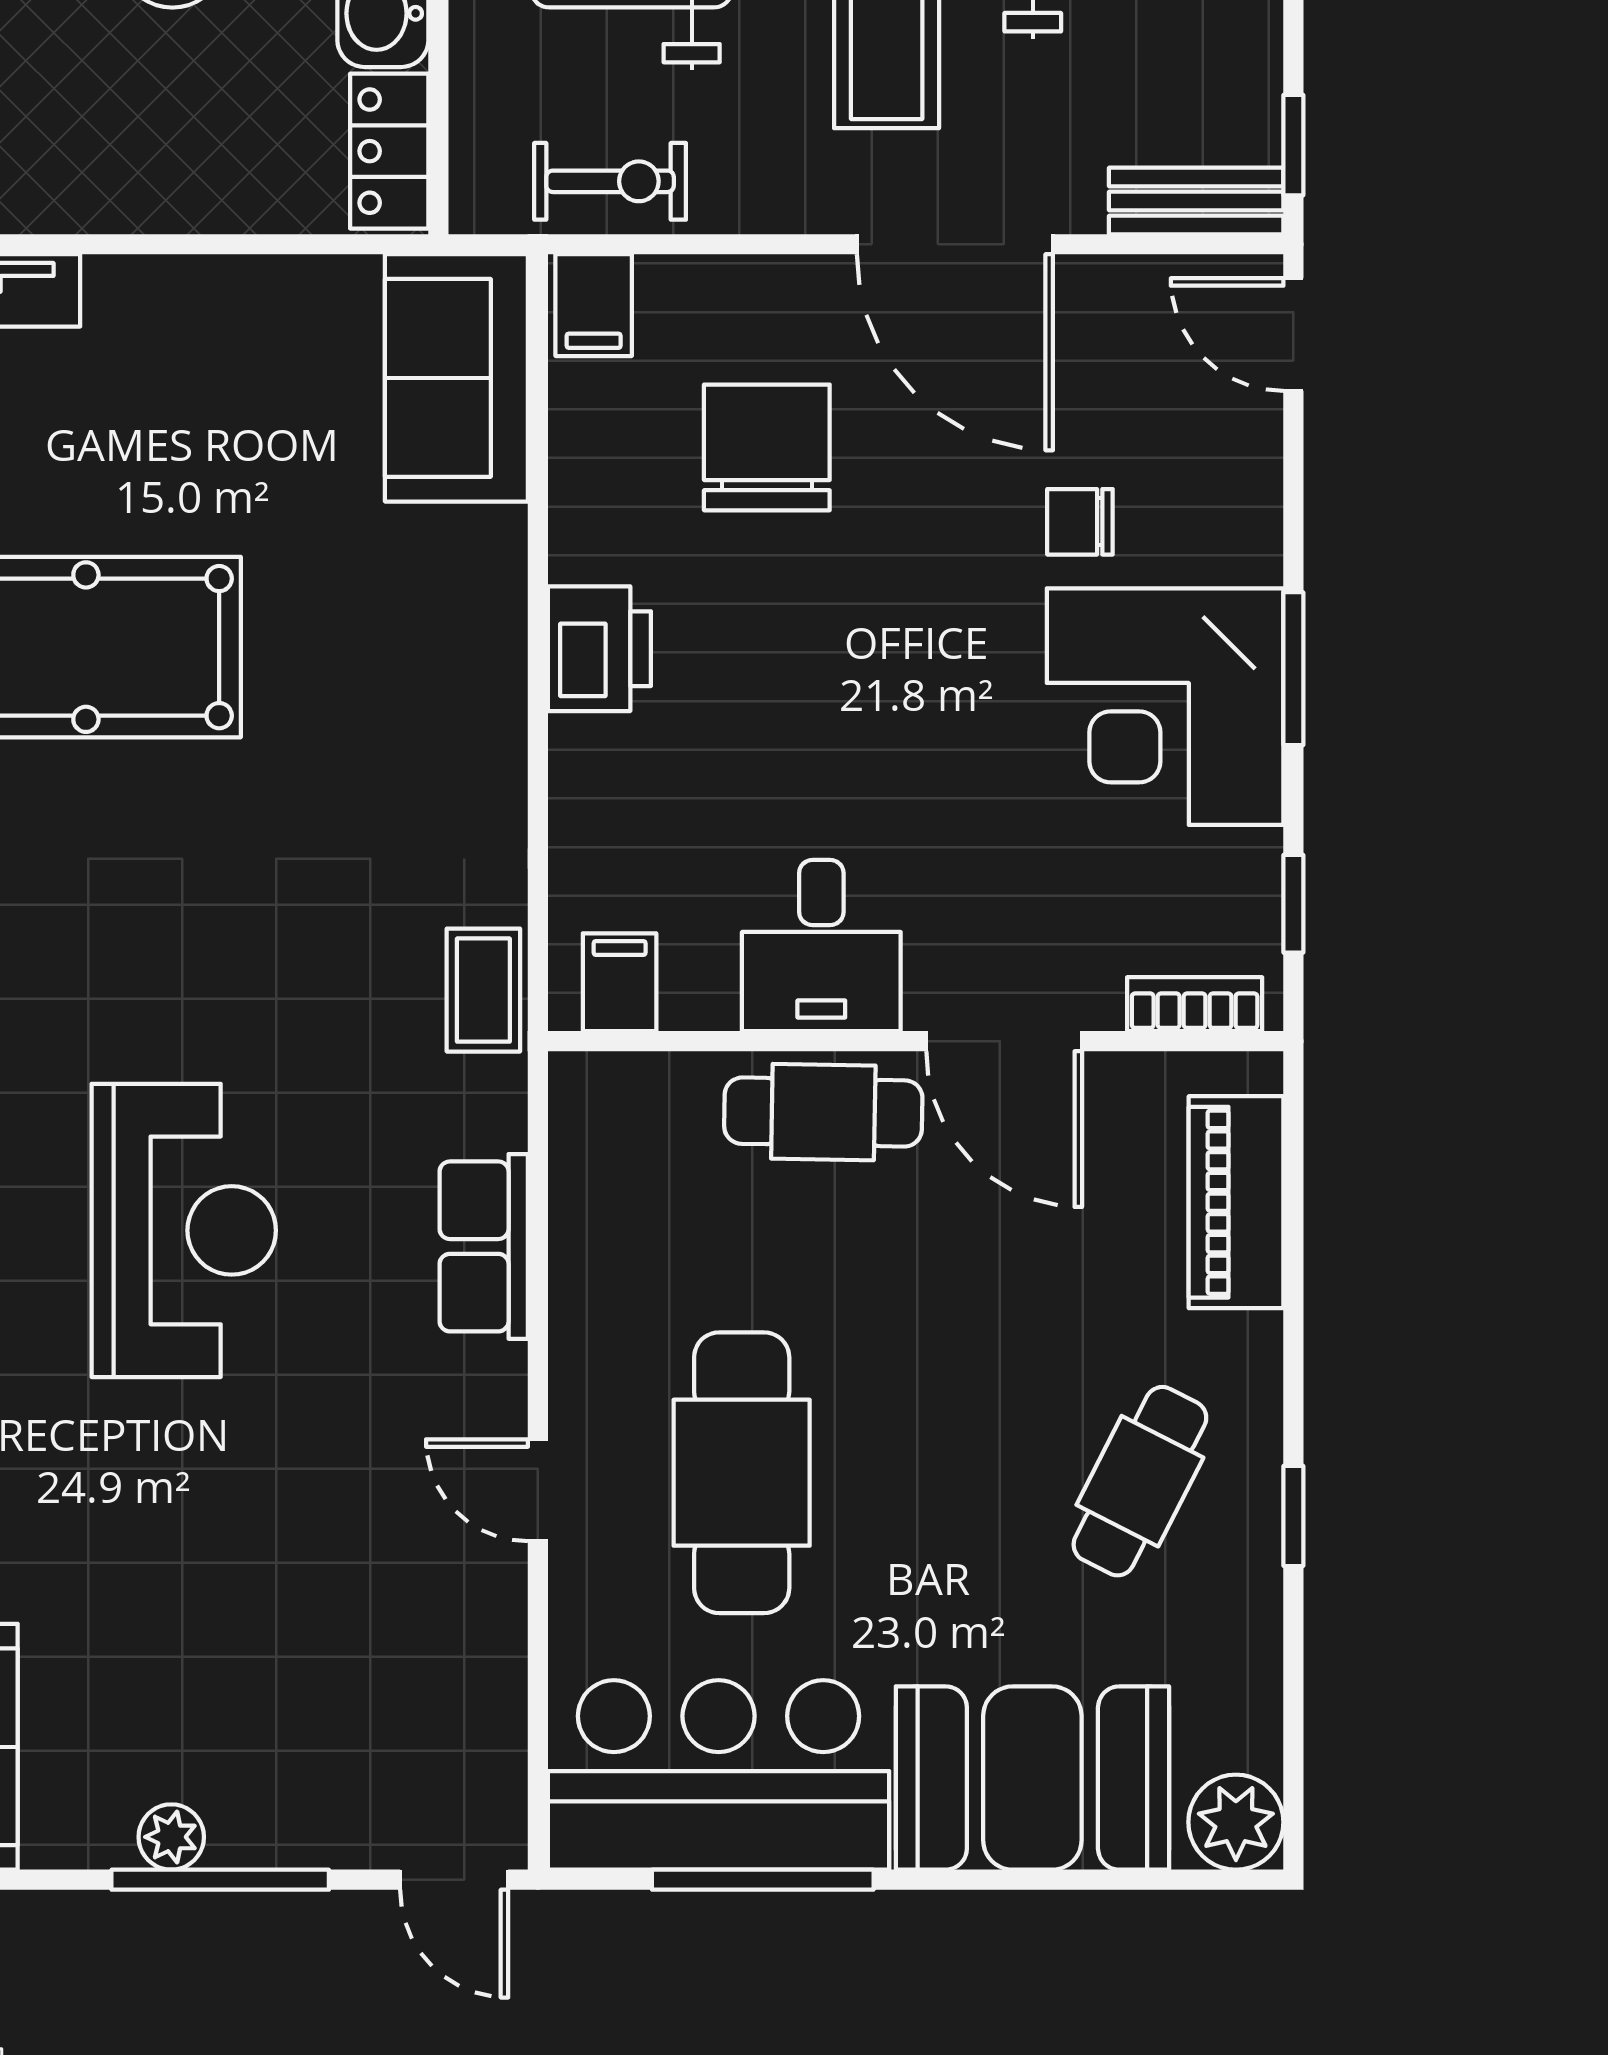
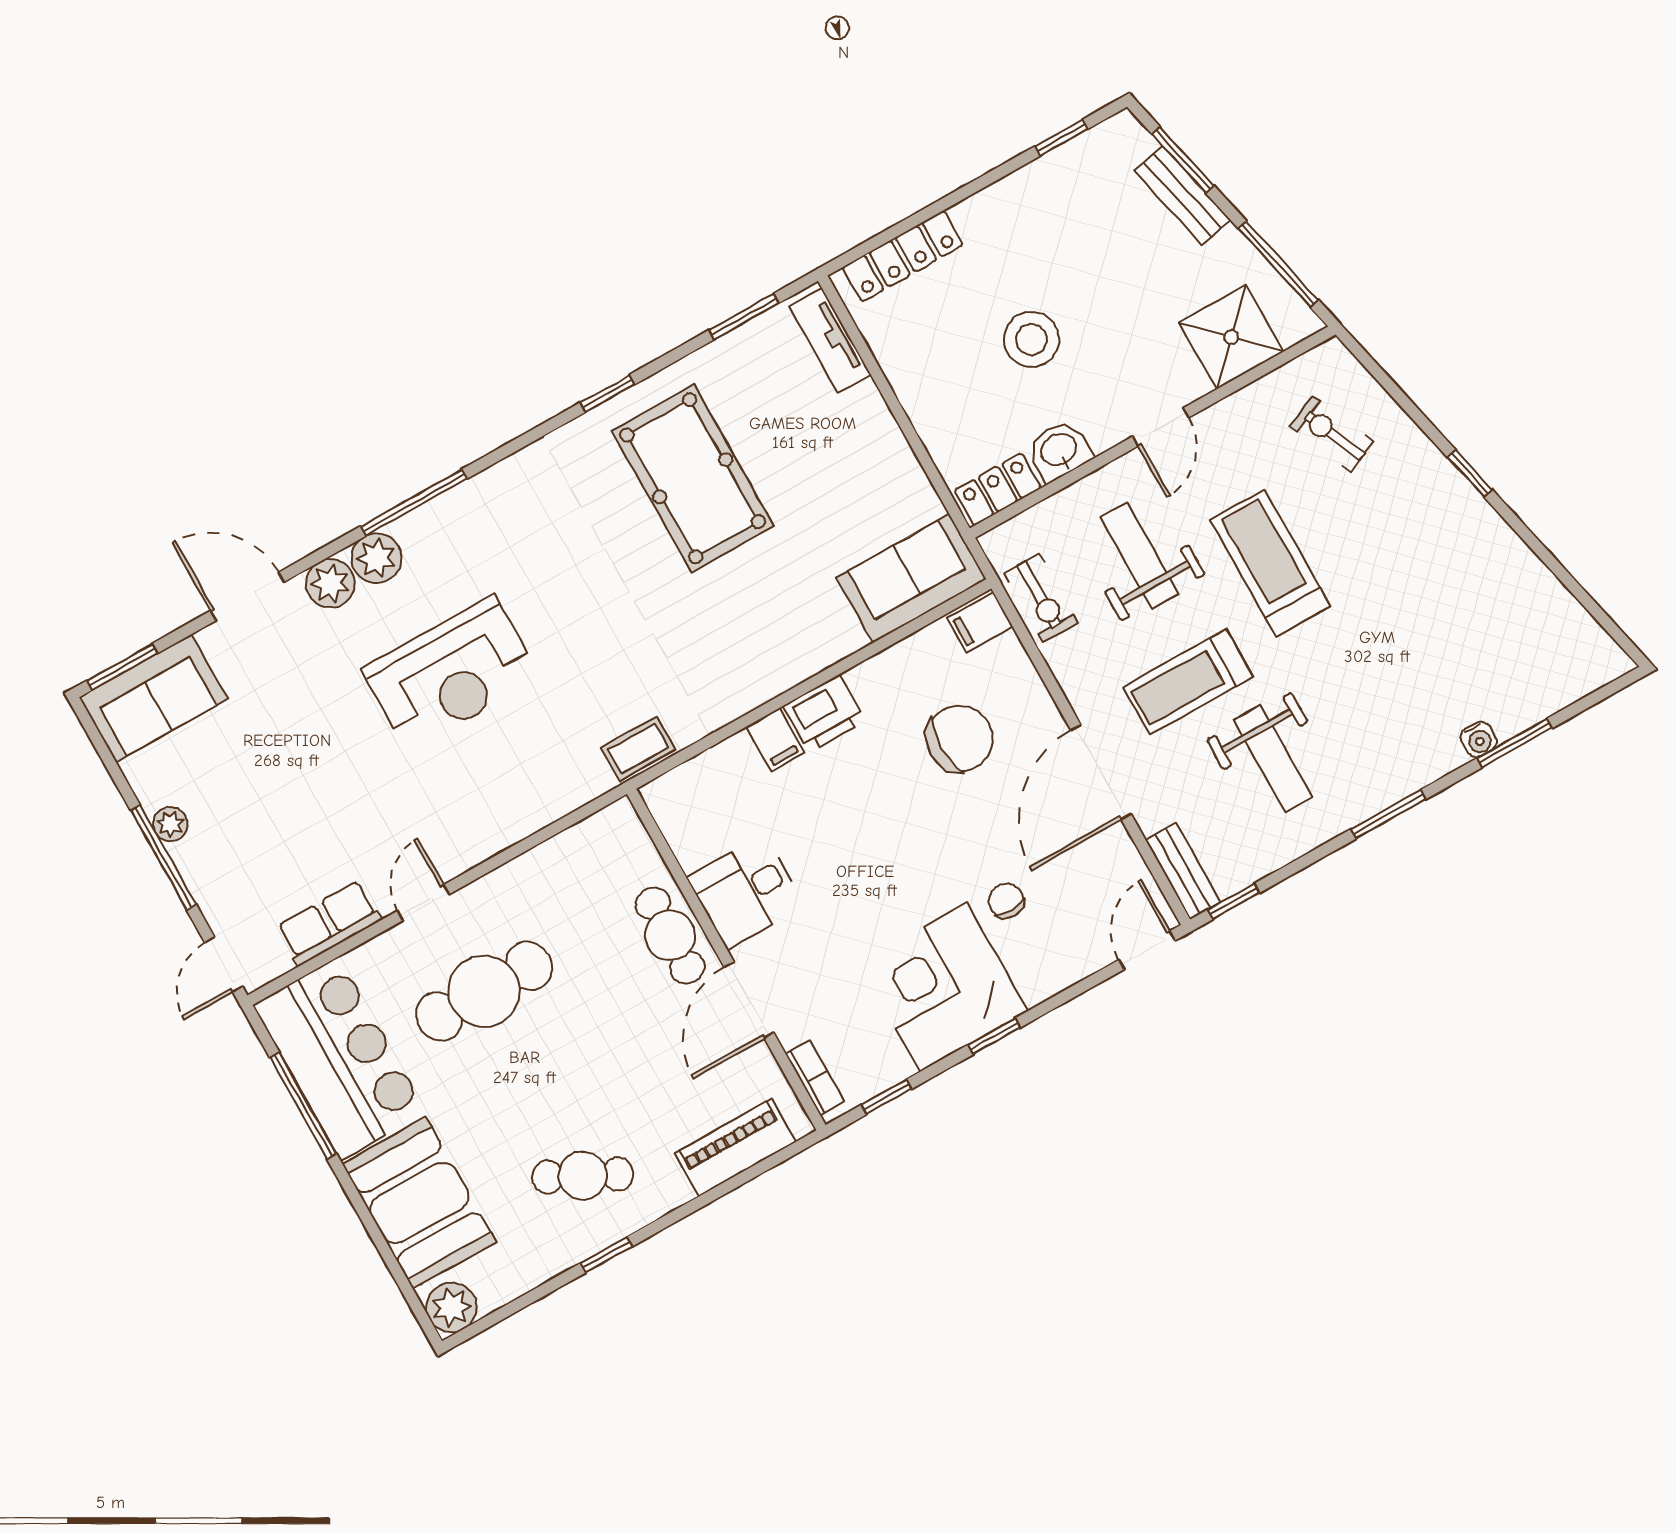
window: (1293, 669) -> (994, 1036), width x0.67
filing cabinet: (620, 982) -> (775, 740), moved, turned 90
row of seats: (484, 1246) -> (329, 923), moved

